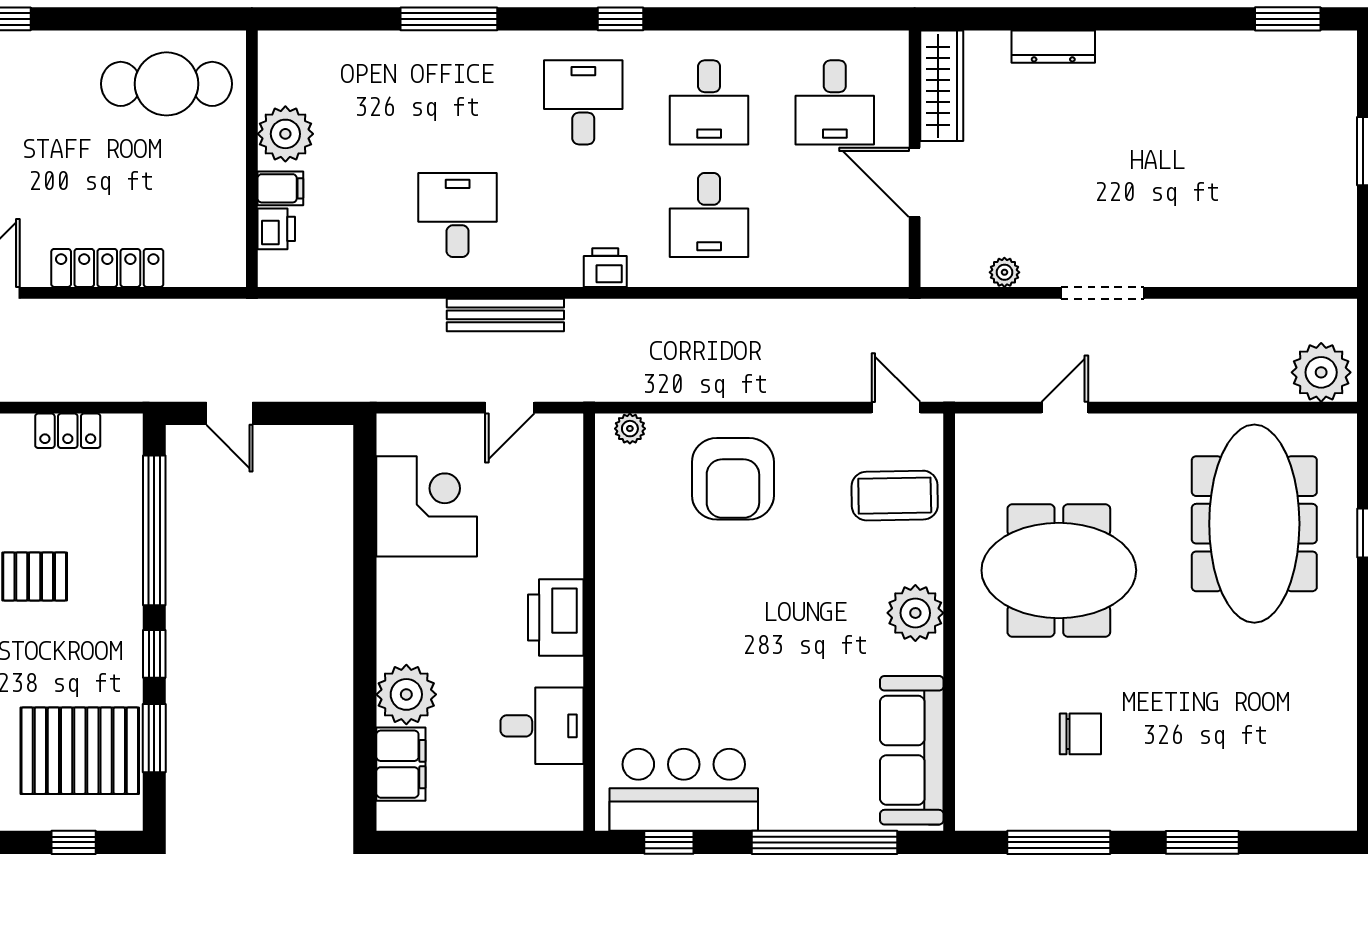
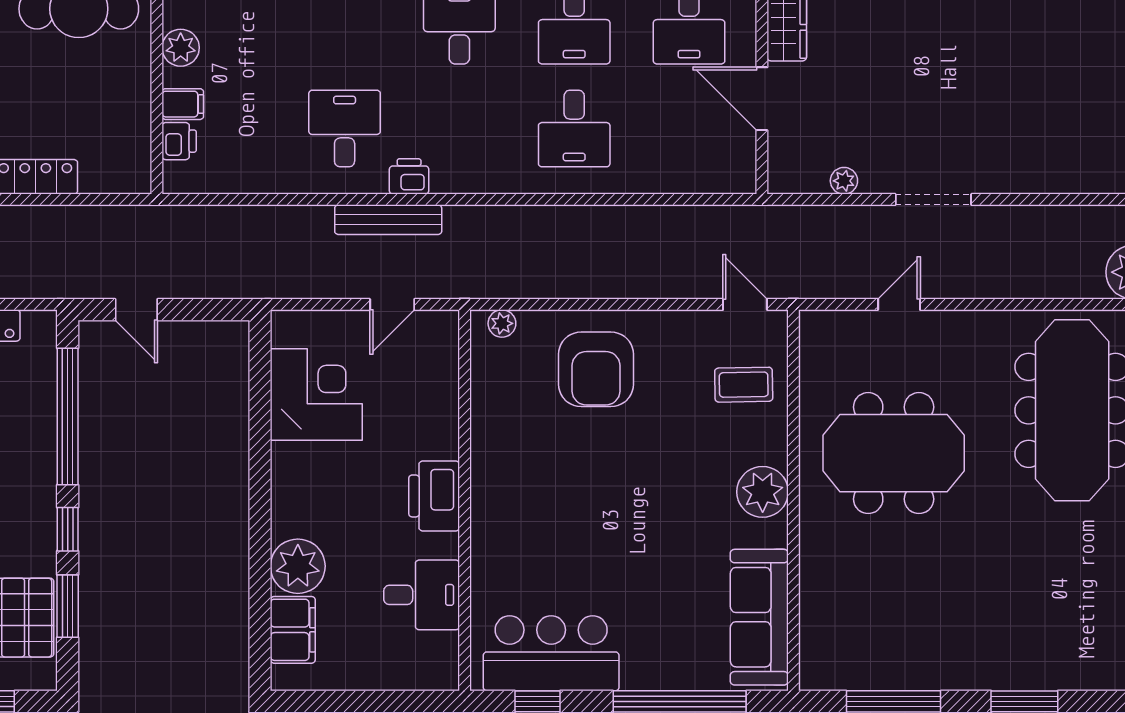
plant: (285, 134) -> (181, 48), width x0.73, depth x0.73
printer: (605, 268) -> (409, 176), moved
coffee table: (895, 496) -> (744, 385), width x0.73, depth x0.77
chair: (1080, 734) -> (913, 602), removed

